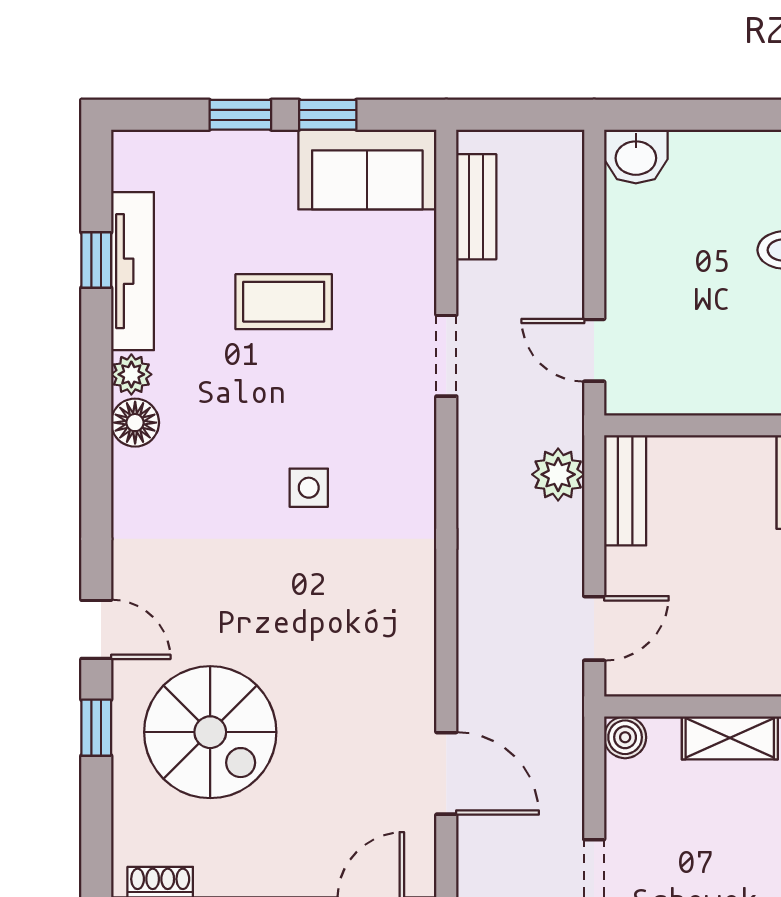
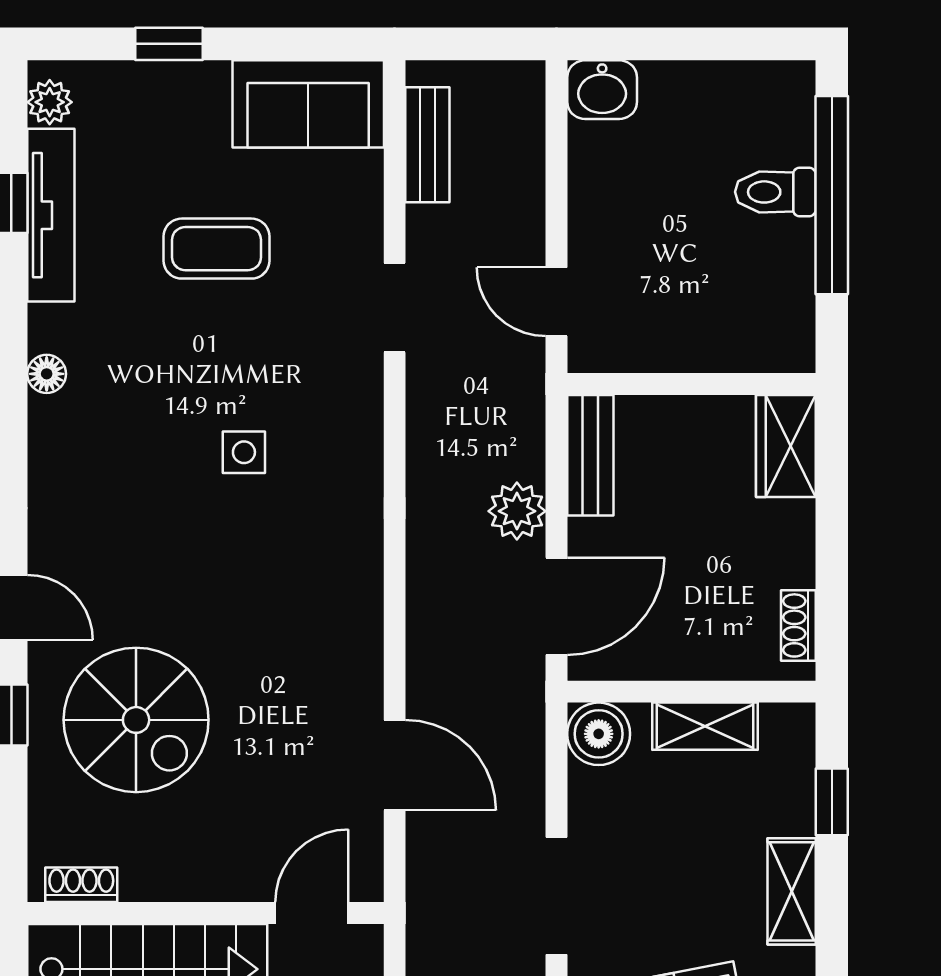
window: (328, 115) -> (265, 44), removed
plant: (131, 374) -> (50, 102), moved
floor lamp: (135, 423) -> (47, 374), width x0.73, depth x0.73
plant: (558, 474) -> (517, 511), moved
door: (594, 628) -> (556, 606), width x1.38
boiler: (625, 737) -> (599, 734), width x1.36, depth x1.36

